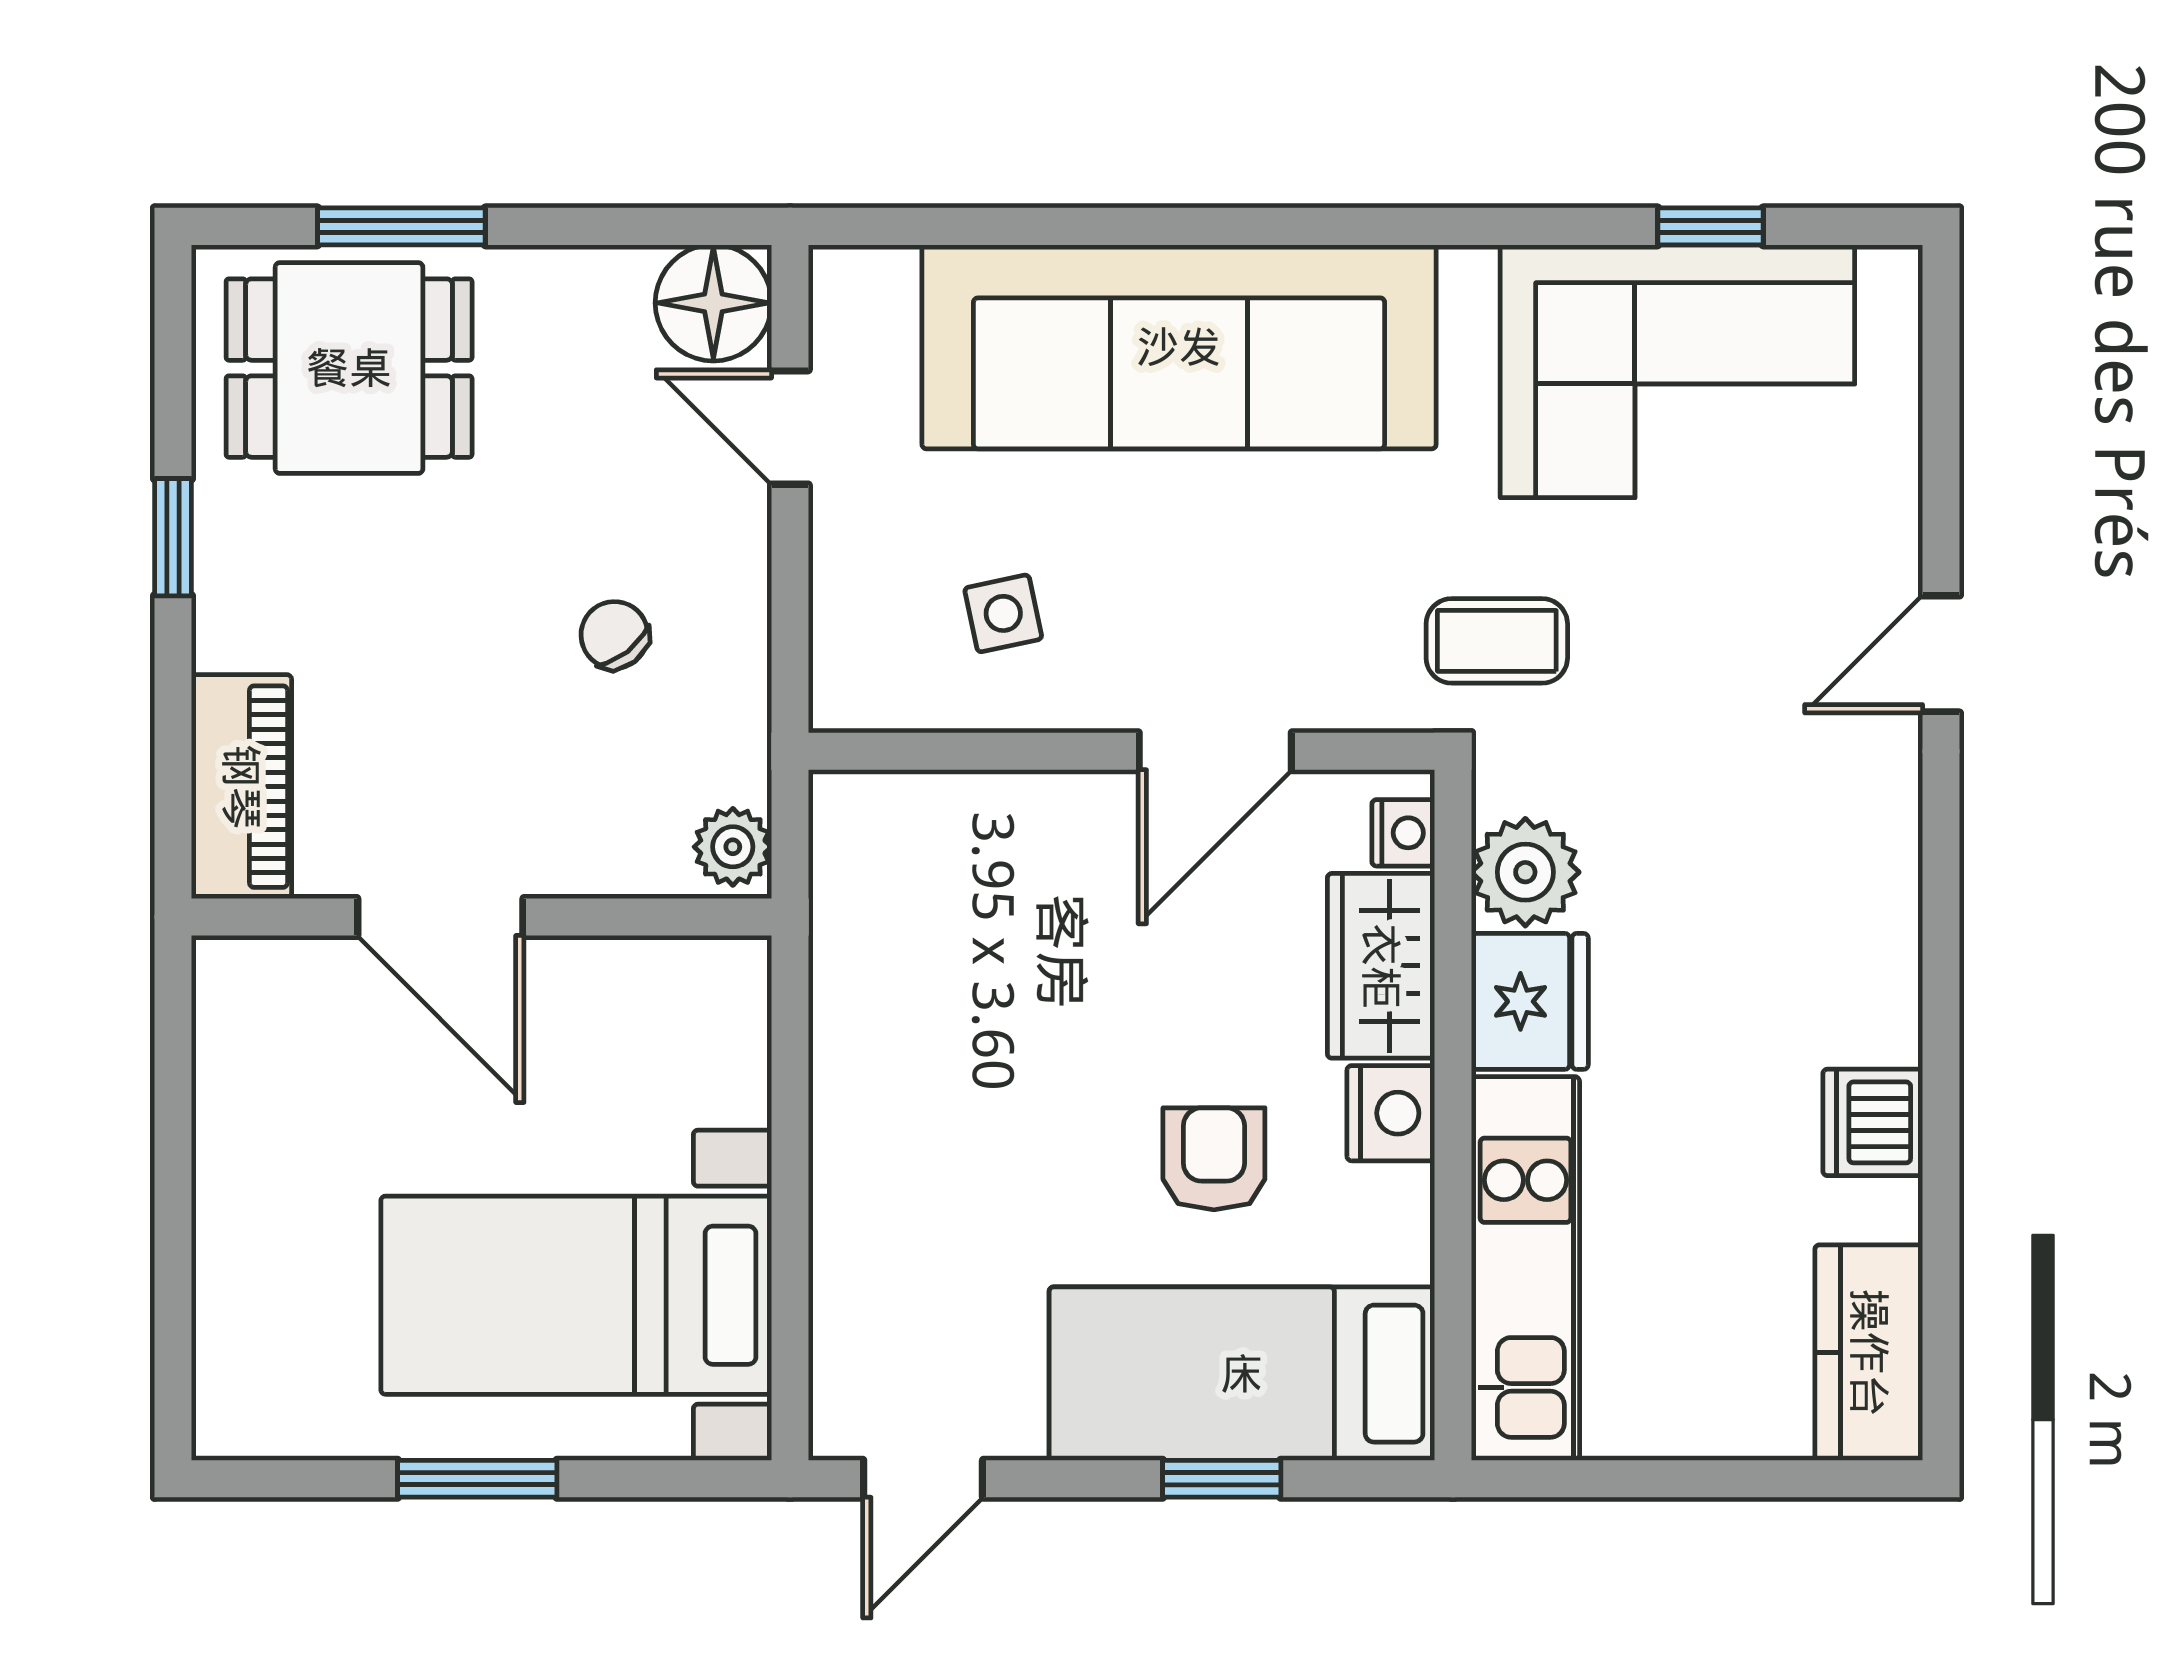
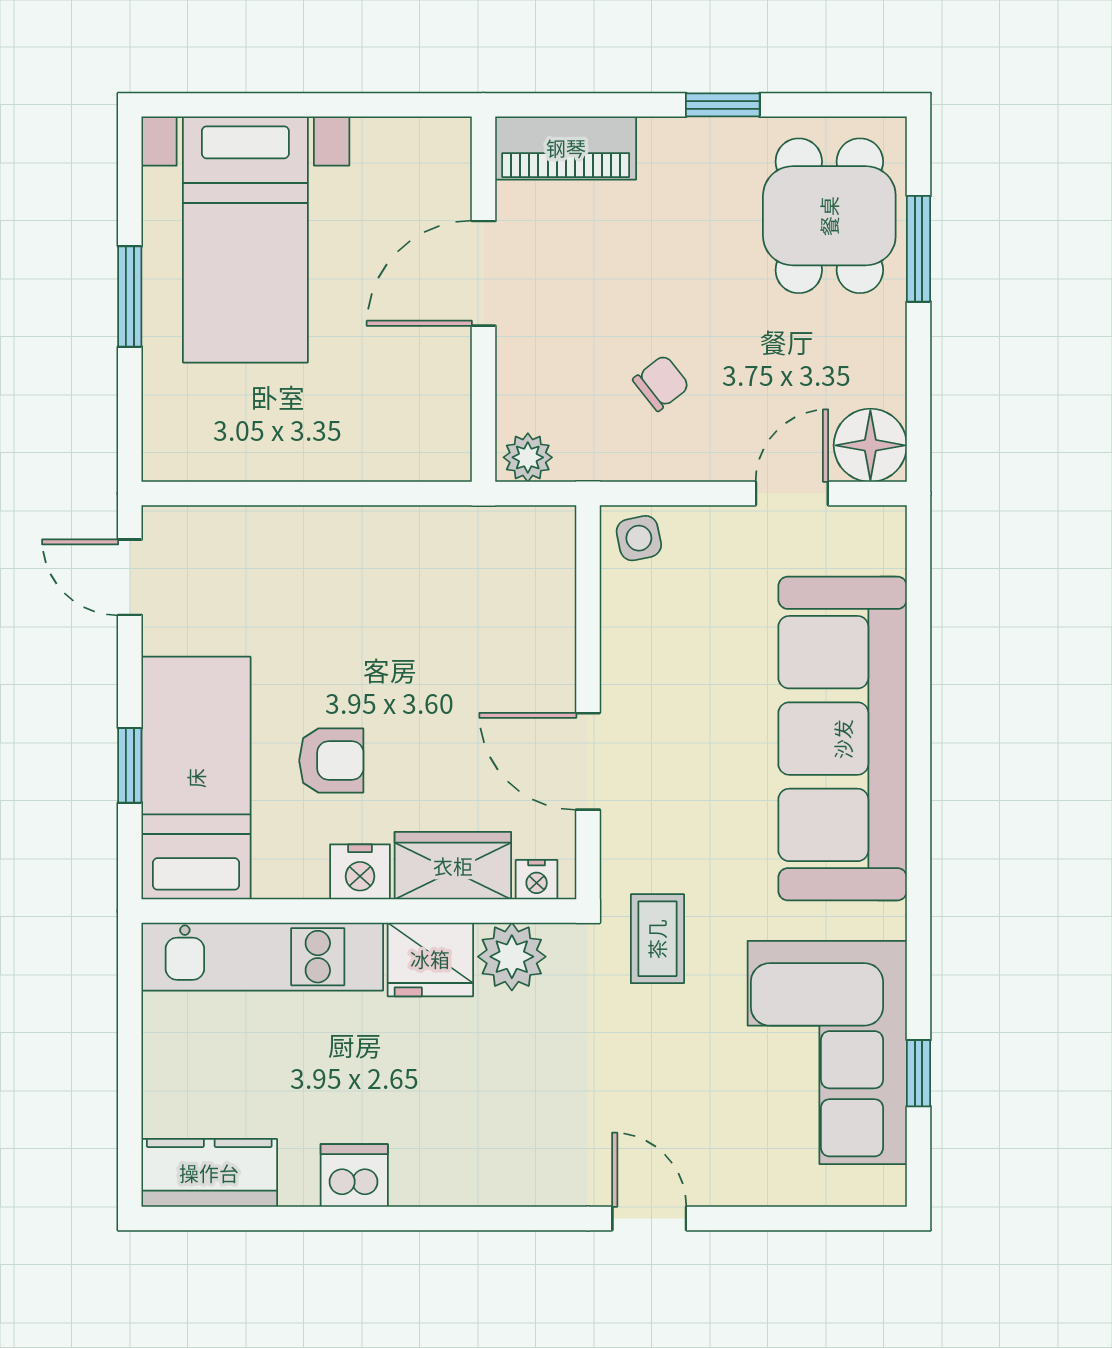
side table: (1003, 613) -> (639, 538), moved
bed with nightstands: (576, 1295) -> (245, 240), moved, turned 180

